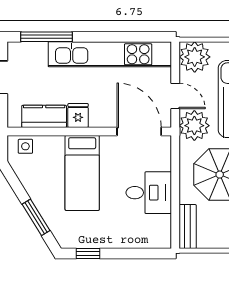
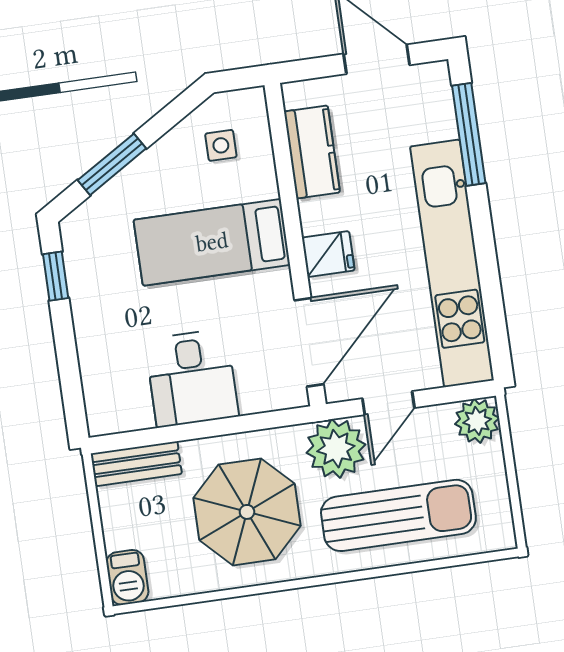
plant: (195, 57) -> (477, 421), width x0.73, depth x0.73
fridge: (78, 115) -> (328, 254), moved
side table: (25, 146) -> (221, 145), moved

